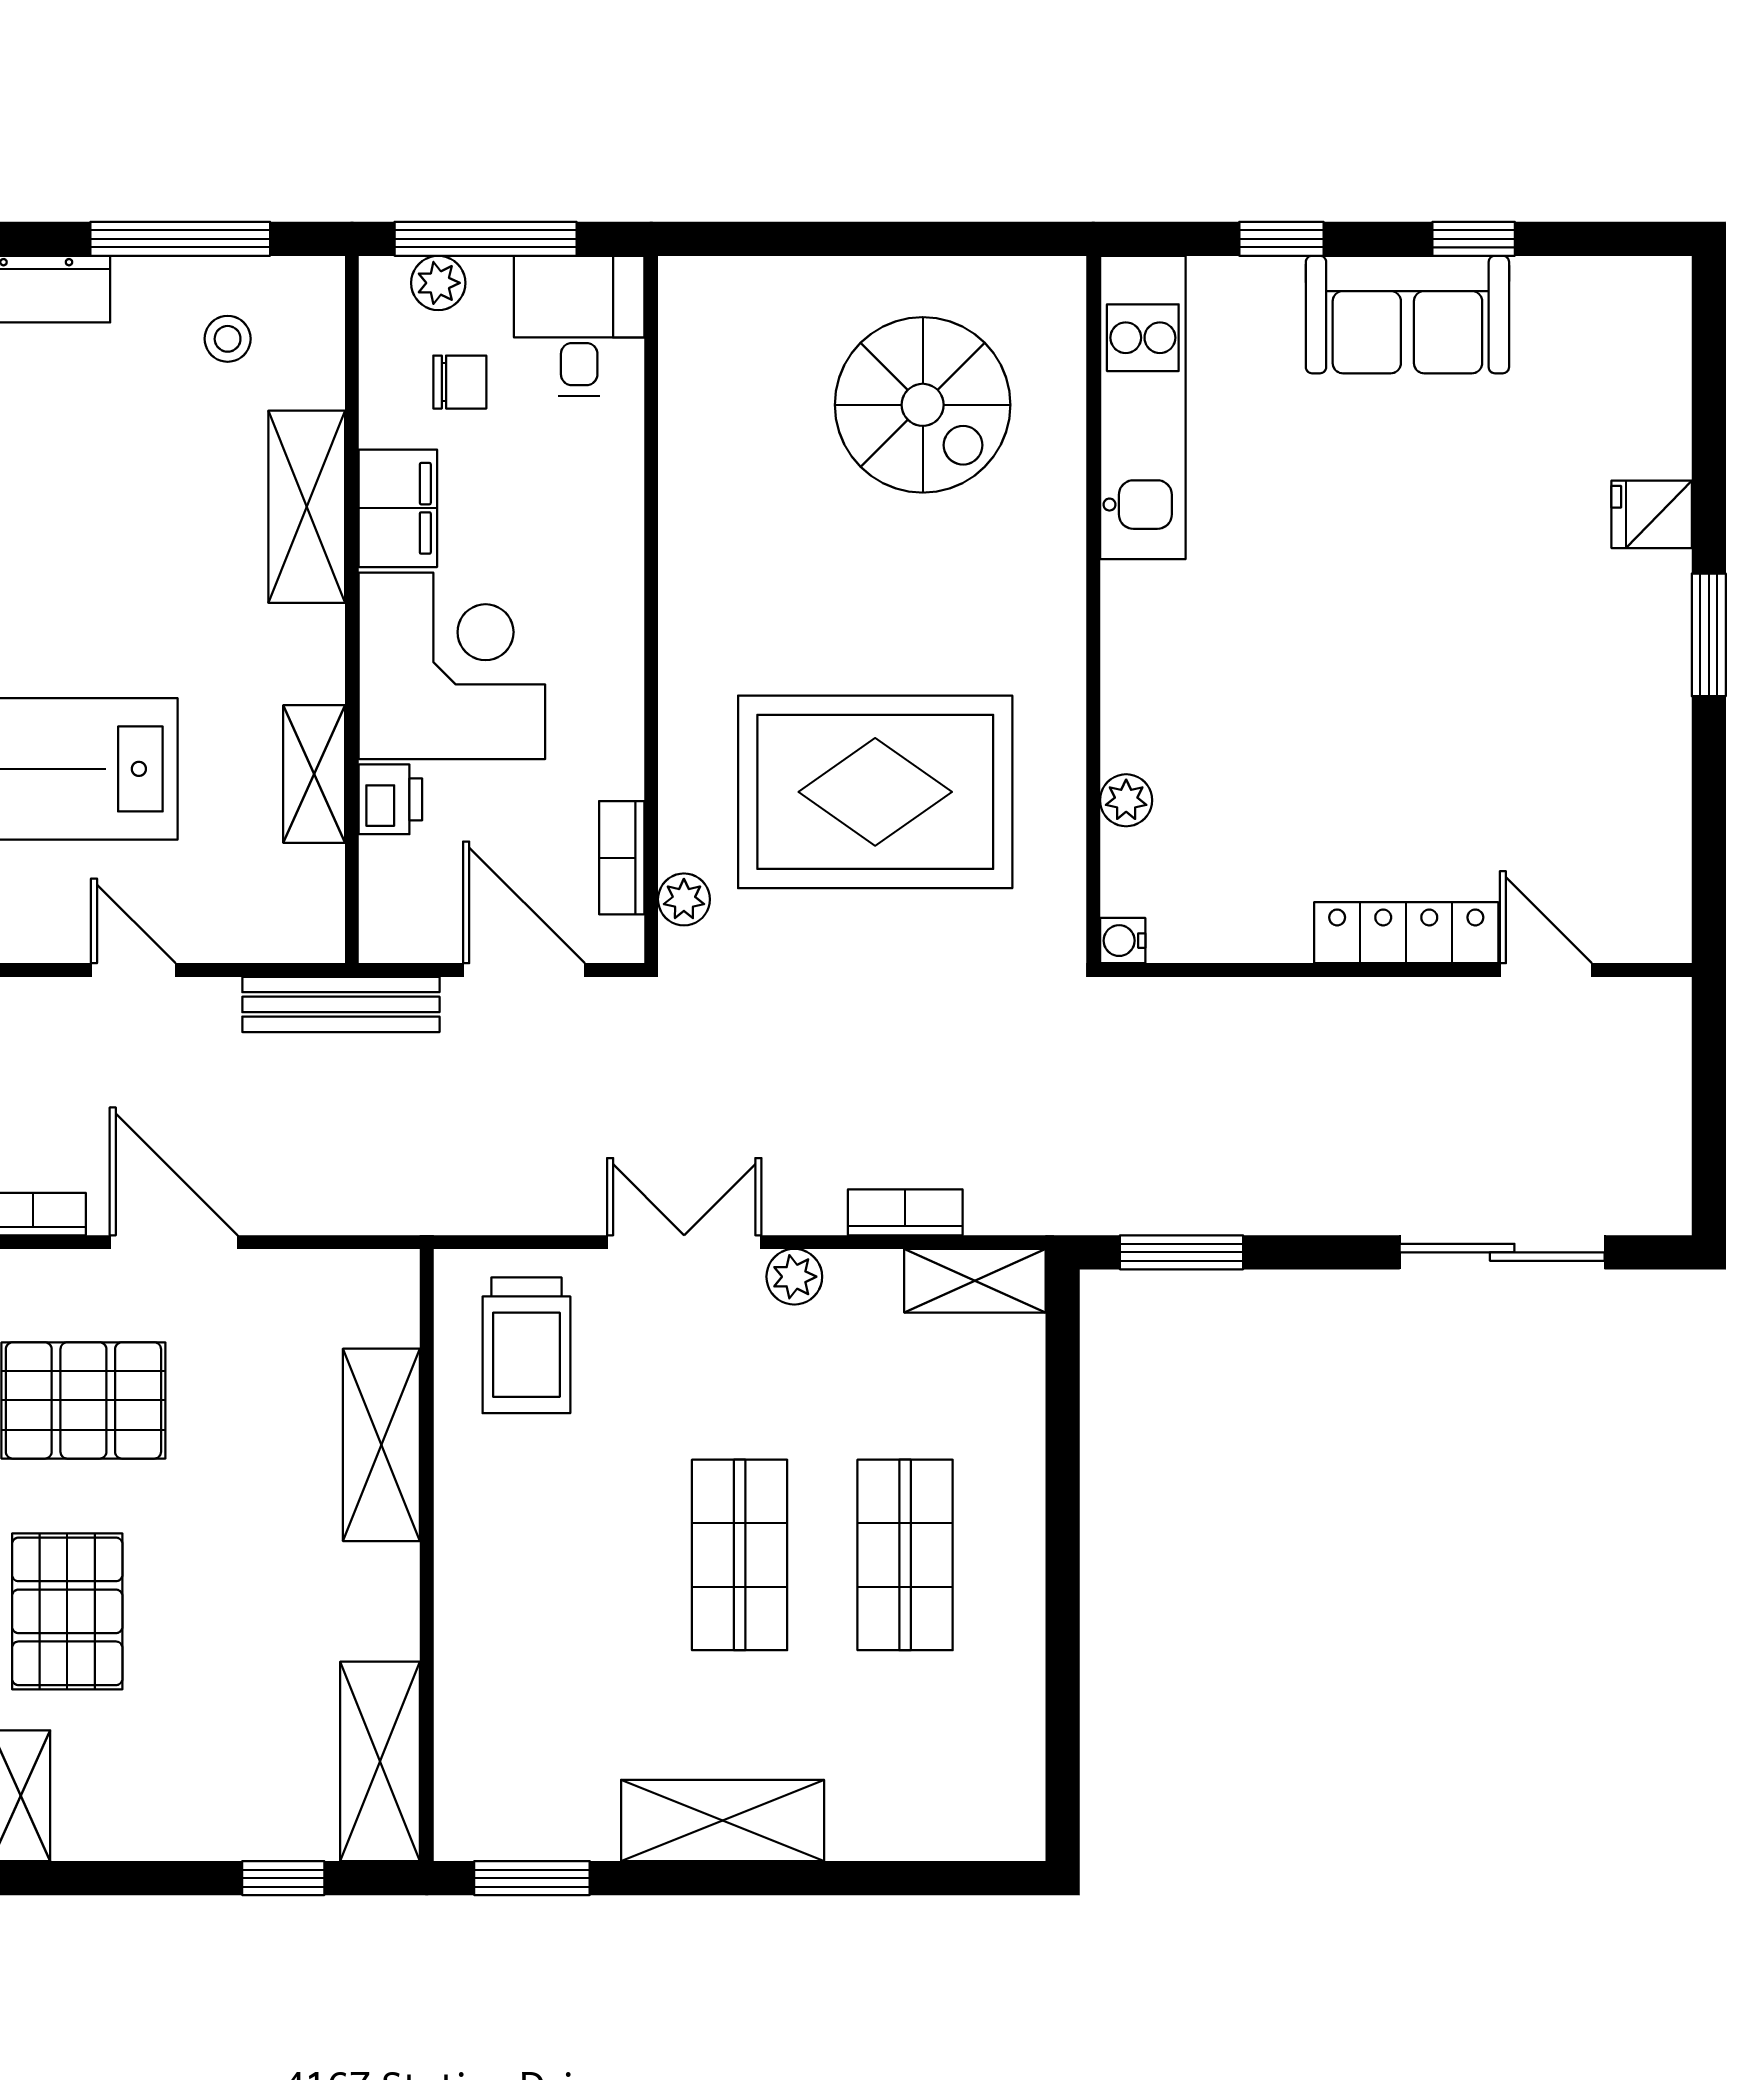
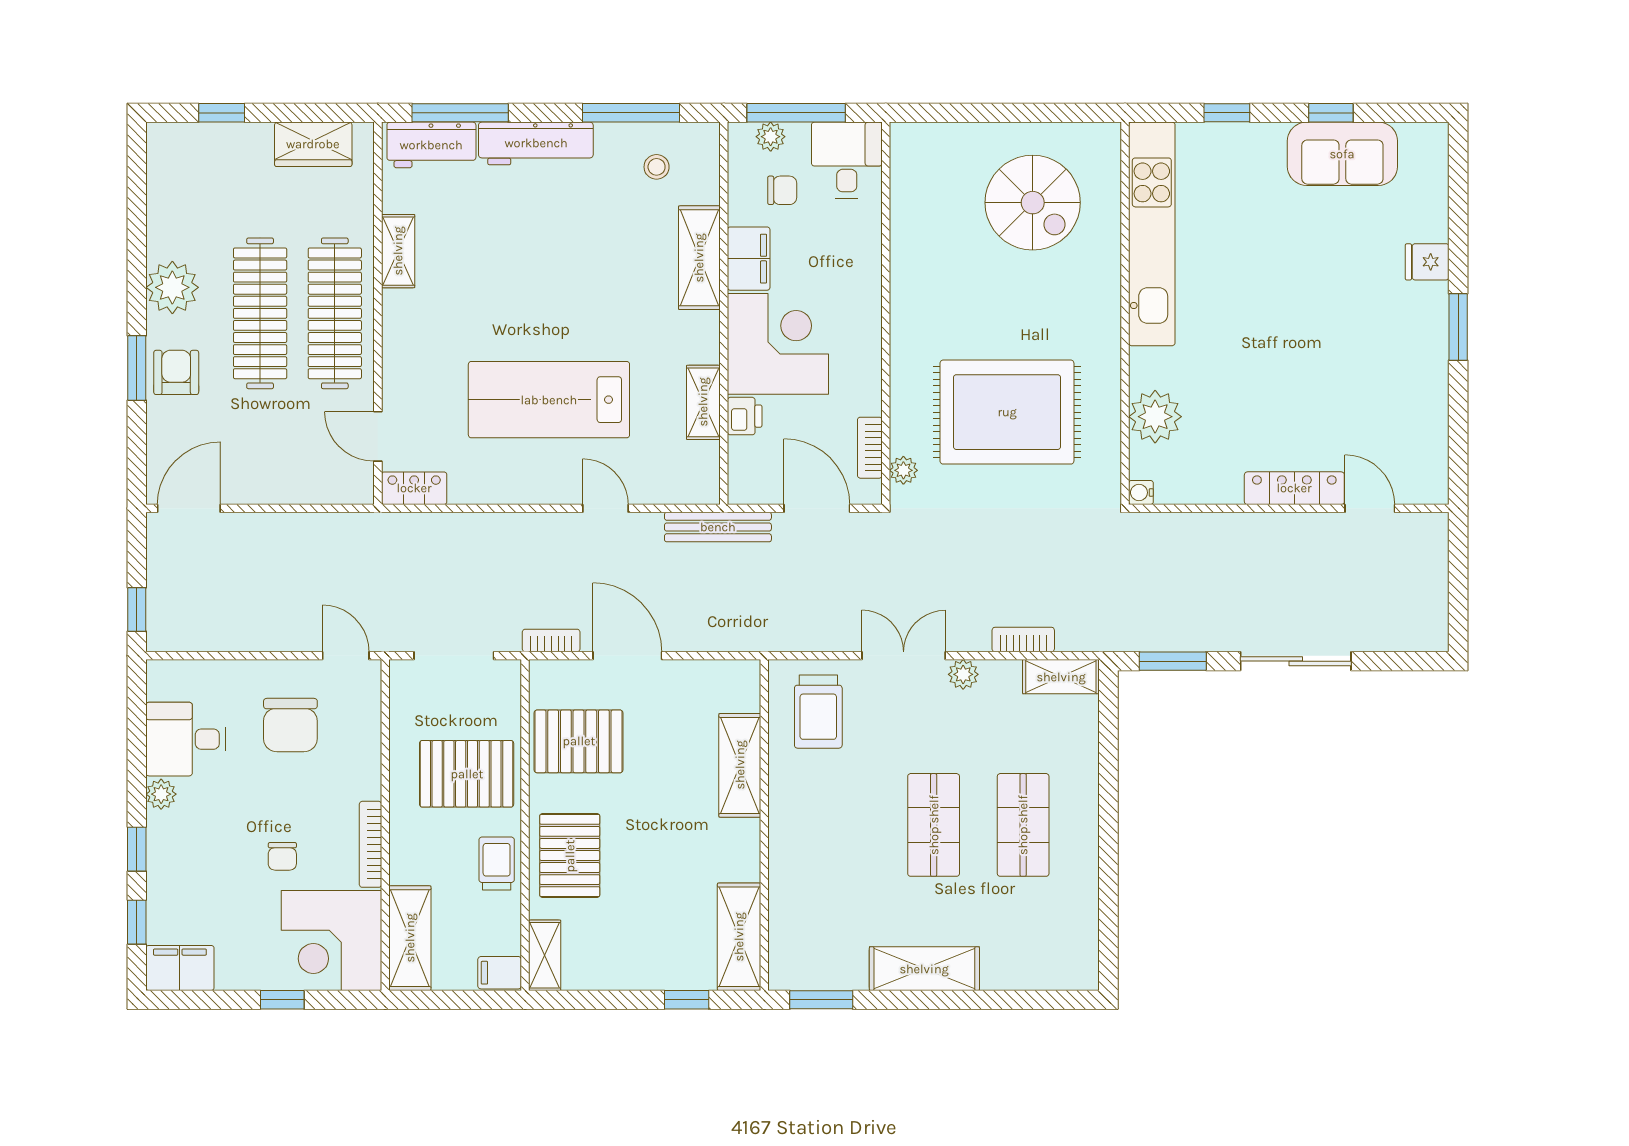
sofa: (1407, 315) -> (1342, 154), moved
kitchen unit: (1143, 407) -> (1152, 234), width x1.36
plant: (1126, 800) -> (1155, 417), width x1.88, depth x1.88
sliding door: (1502, 1252) -> (1296, 661), moved

